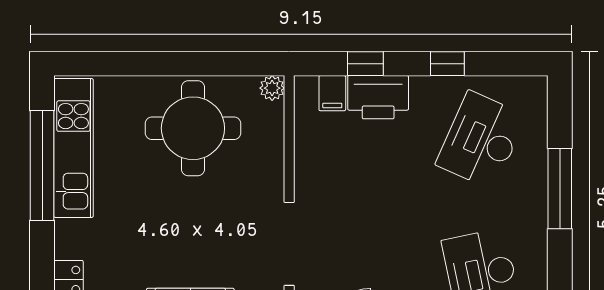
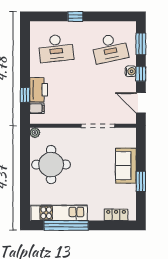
window: (447, 64) -> (25, 62), removed
desk: (481, 140) -> (56, 48), turned -30
window: (560, 189) -> (75, 16), width x0.46

